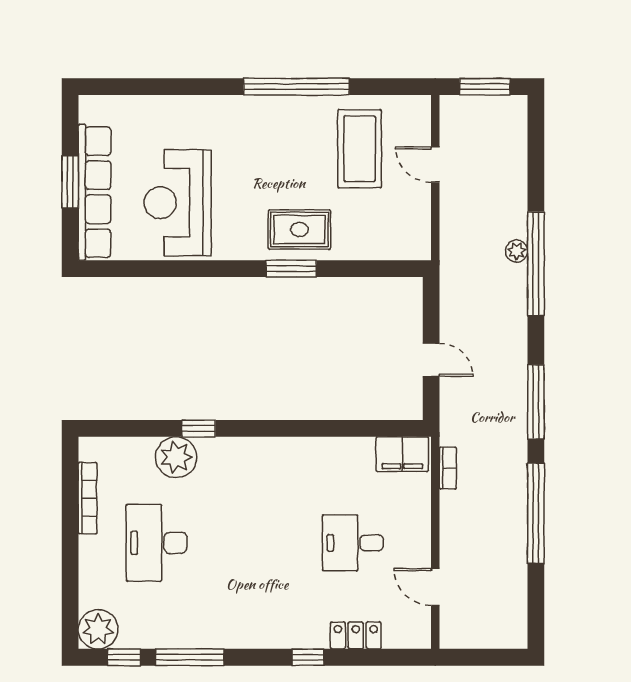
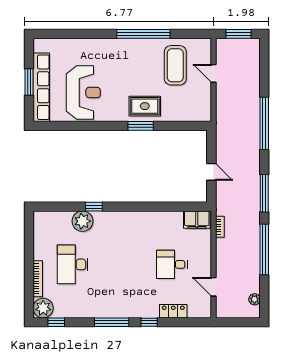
reception desk: (178, 203) -> (83, 93), turned 180
plant: (517, 251) -> (255, 299), moved
bookcase: (88, 498) -> (38, 279), moved
window: (190, 657) -> (112, 322), moved

